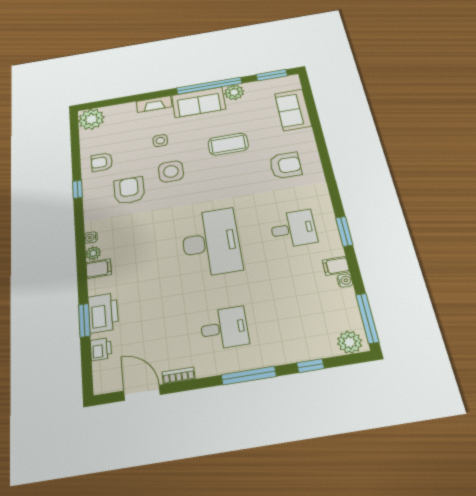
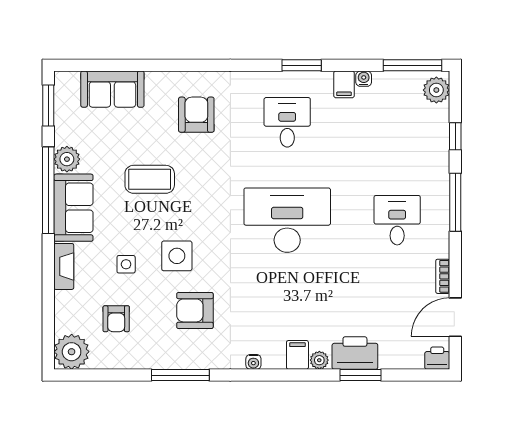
coffee table: (228, 144) -> (150, 179), turned 90
armchair: (102, 162) -> (116, 319), moved
window: (77, 189) -> (180, 375), width x2.17
plant: (93, 253) -> (319, 360), moved
printer: (101, 349) -> (437, 358), moved

